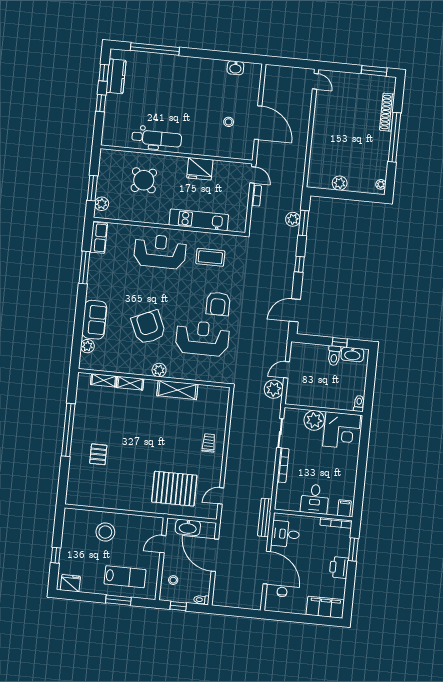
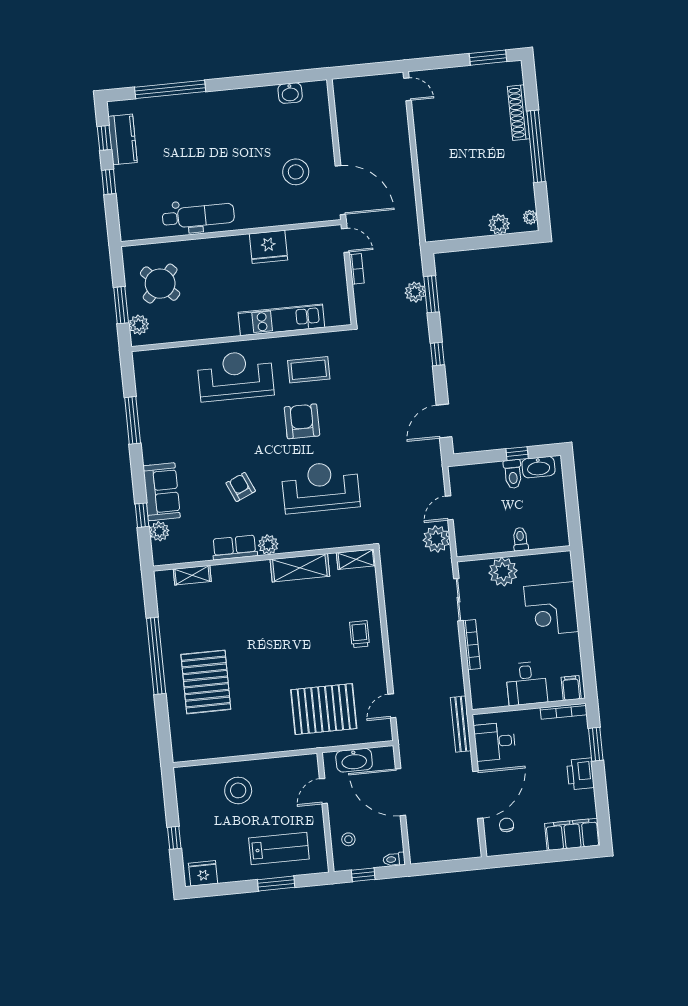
stool: (229, 122) -> (296, 172), width x1.89, depth x1.89
door: (258, 123) -> (340, 190), moved
round table: (144, 180) -> (160, 284), moved
plant: (340, 183) -> (499, 224), moved
row of seats: (99, 238) -> (235, 547), moved, turned -90
armchair: (218, 304) -> (302, 421), moved, turned 180
armchair: (148, 327) -> (241, 487), width x0.53, depth x0.53
window: (78, 333) -> (142, 515), added
shelving: (130, 383) -> (356, 559), moved
toilet: (359, 403) -> (520, 539), moved
corner desk: (342, 430) -> (551, 609), moved, turned 90
pallet: (98, 454) -> (206, 682), width x2.05, depth x2.00
door: (267, 568) -> (478, 795), hinge flipped

